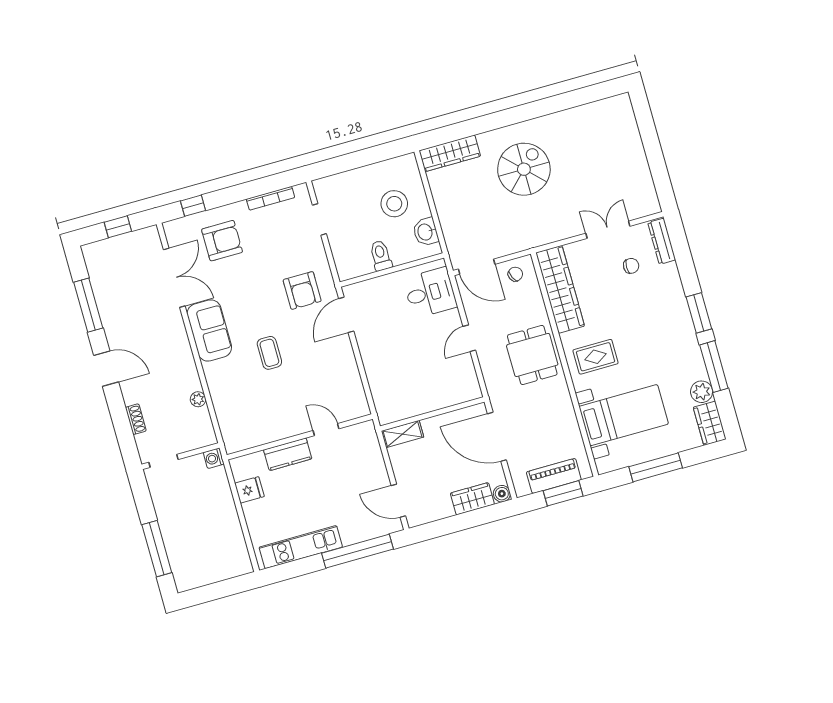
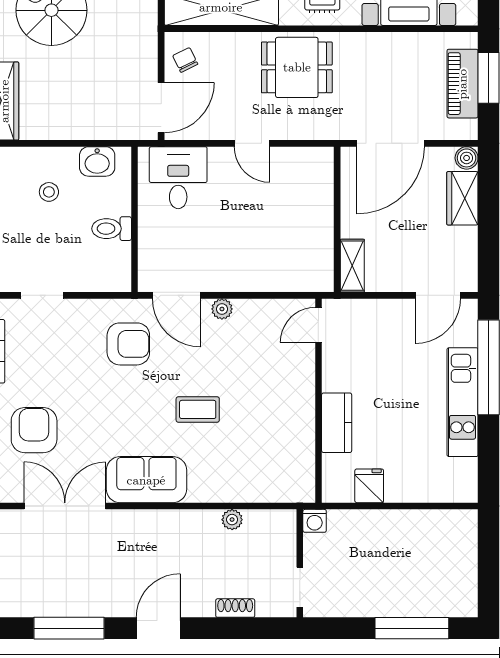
stool: (394, 204) -> (49, 192), width x0.53, depth x0.53
plant: (346, 350) -> (222, 309), added
door: (326, 430) -> (318, 325), moved
kitchen unit: (301, 547) -> (463, 402), moved

